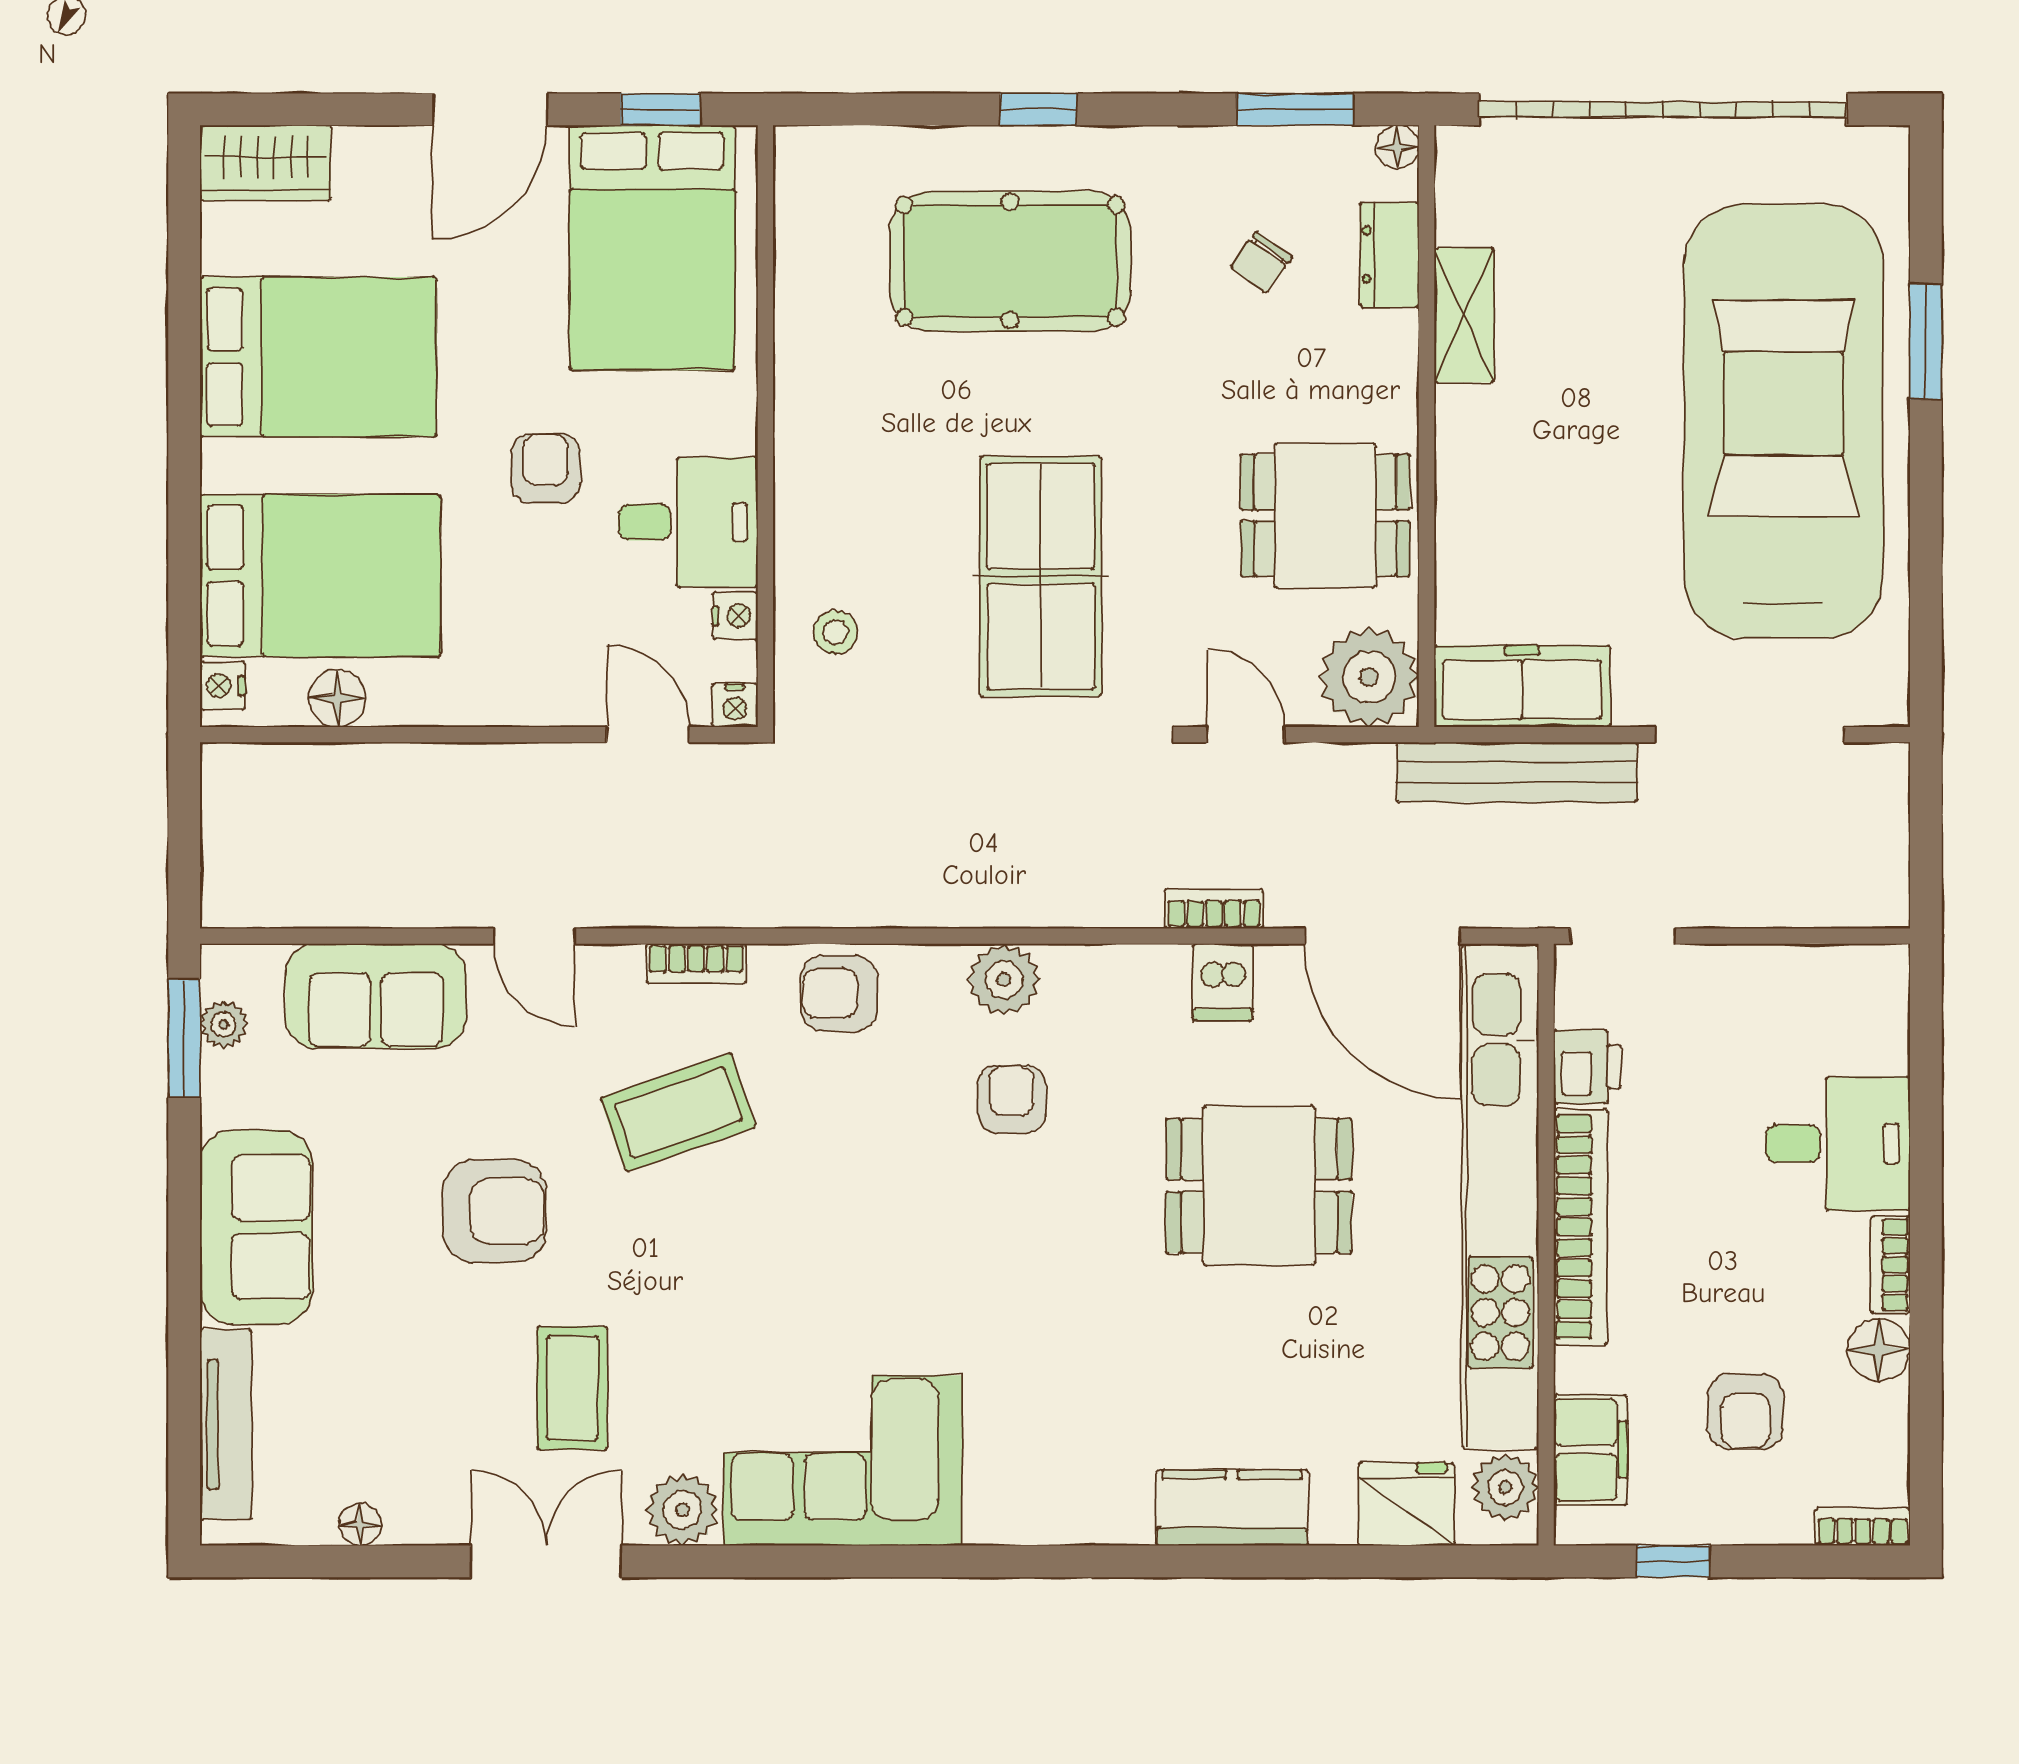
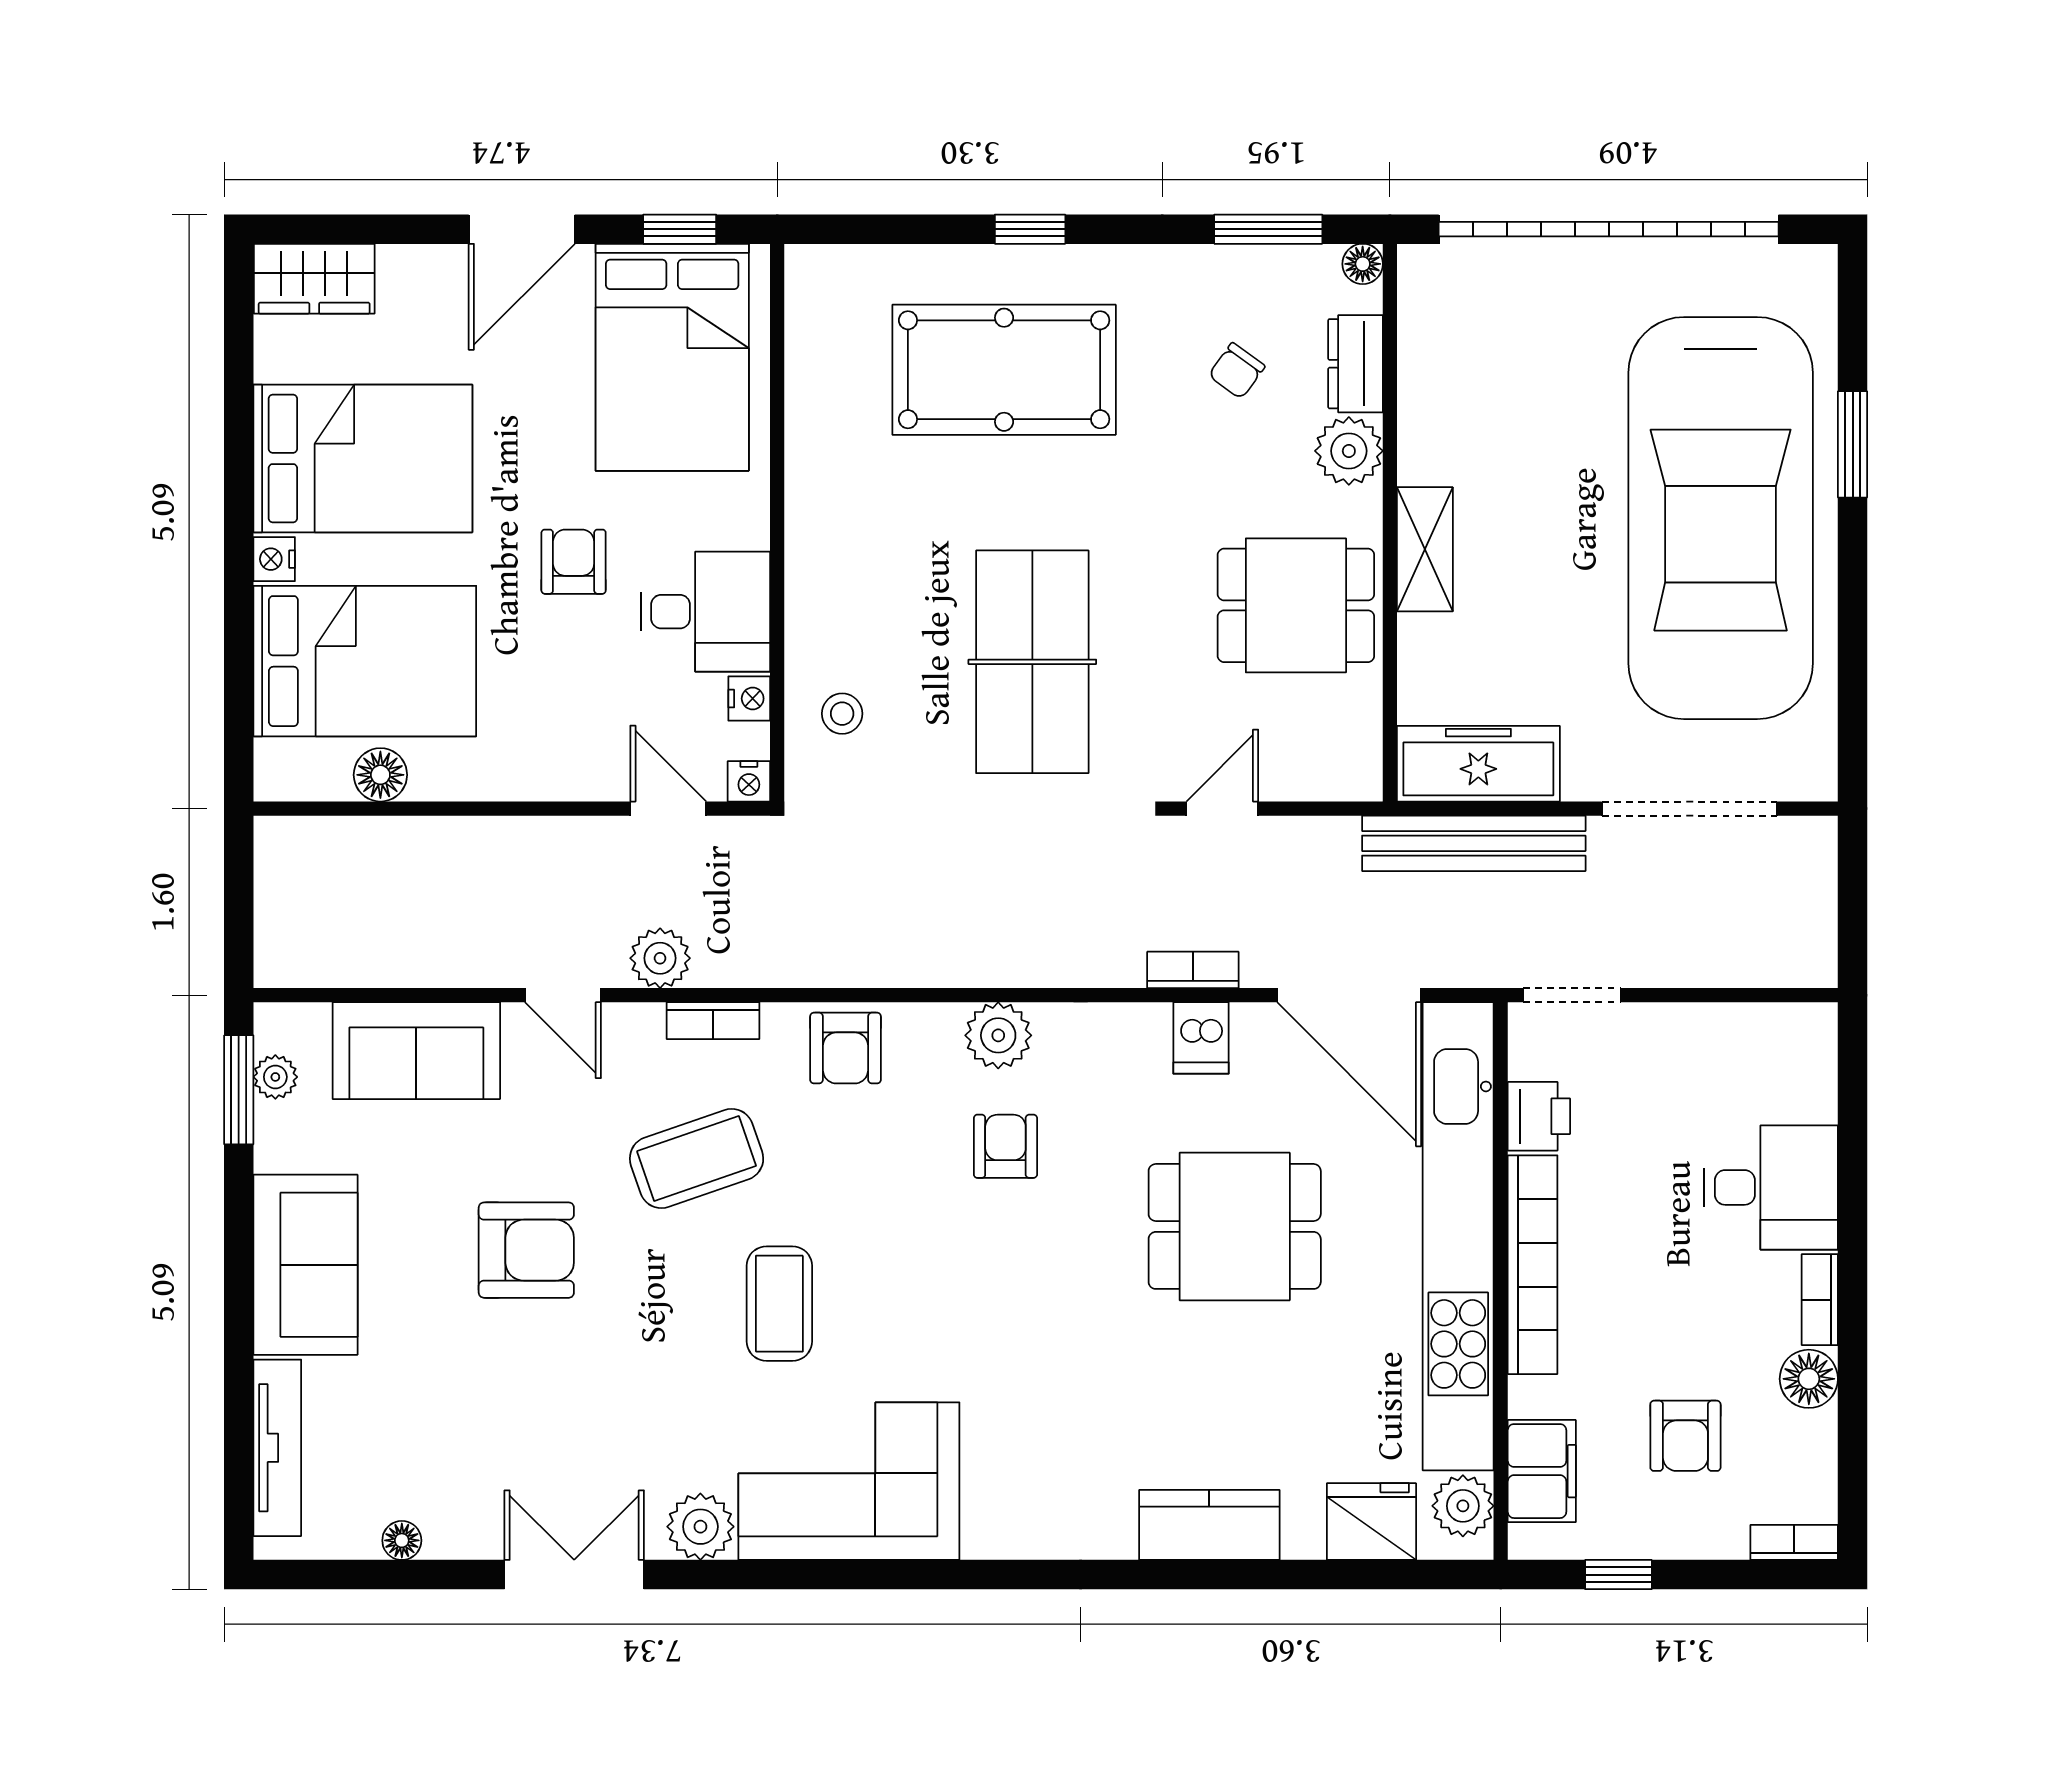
shelving: (1464, 315) -> (1425, 549), moved
car: (1783, 421) -> (1721, 518), turned 180
plant: (1369, 677) -> (1349, 451), moved, width x0.73, depth x0.73
nightstand: (222, 686) -> (274, 559), moved
door: (1246, 735) -> (1222, 809), hinge flipped
plant: (639, 896) -> (660, 958), added
armchair: (839, 993) -> (845, 1048), turned -90
coffee table: (572, 1388) -> (779, 1304), moved

